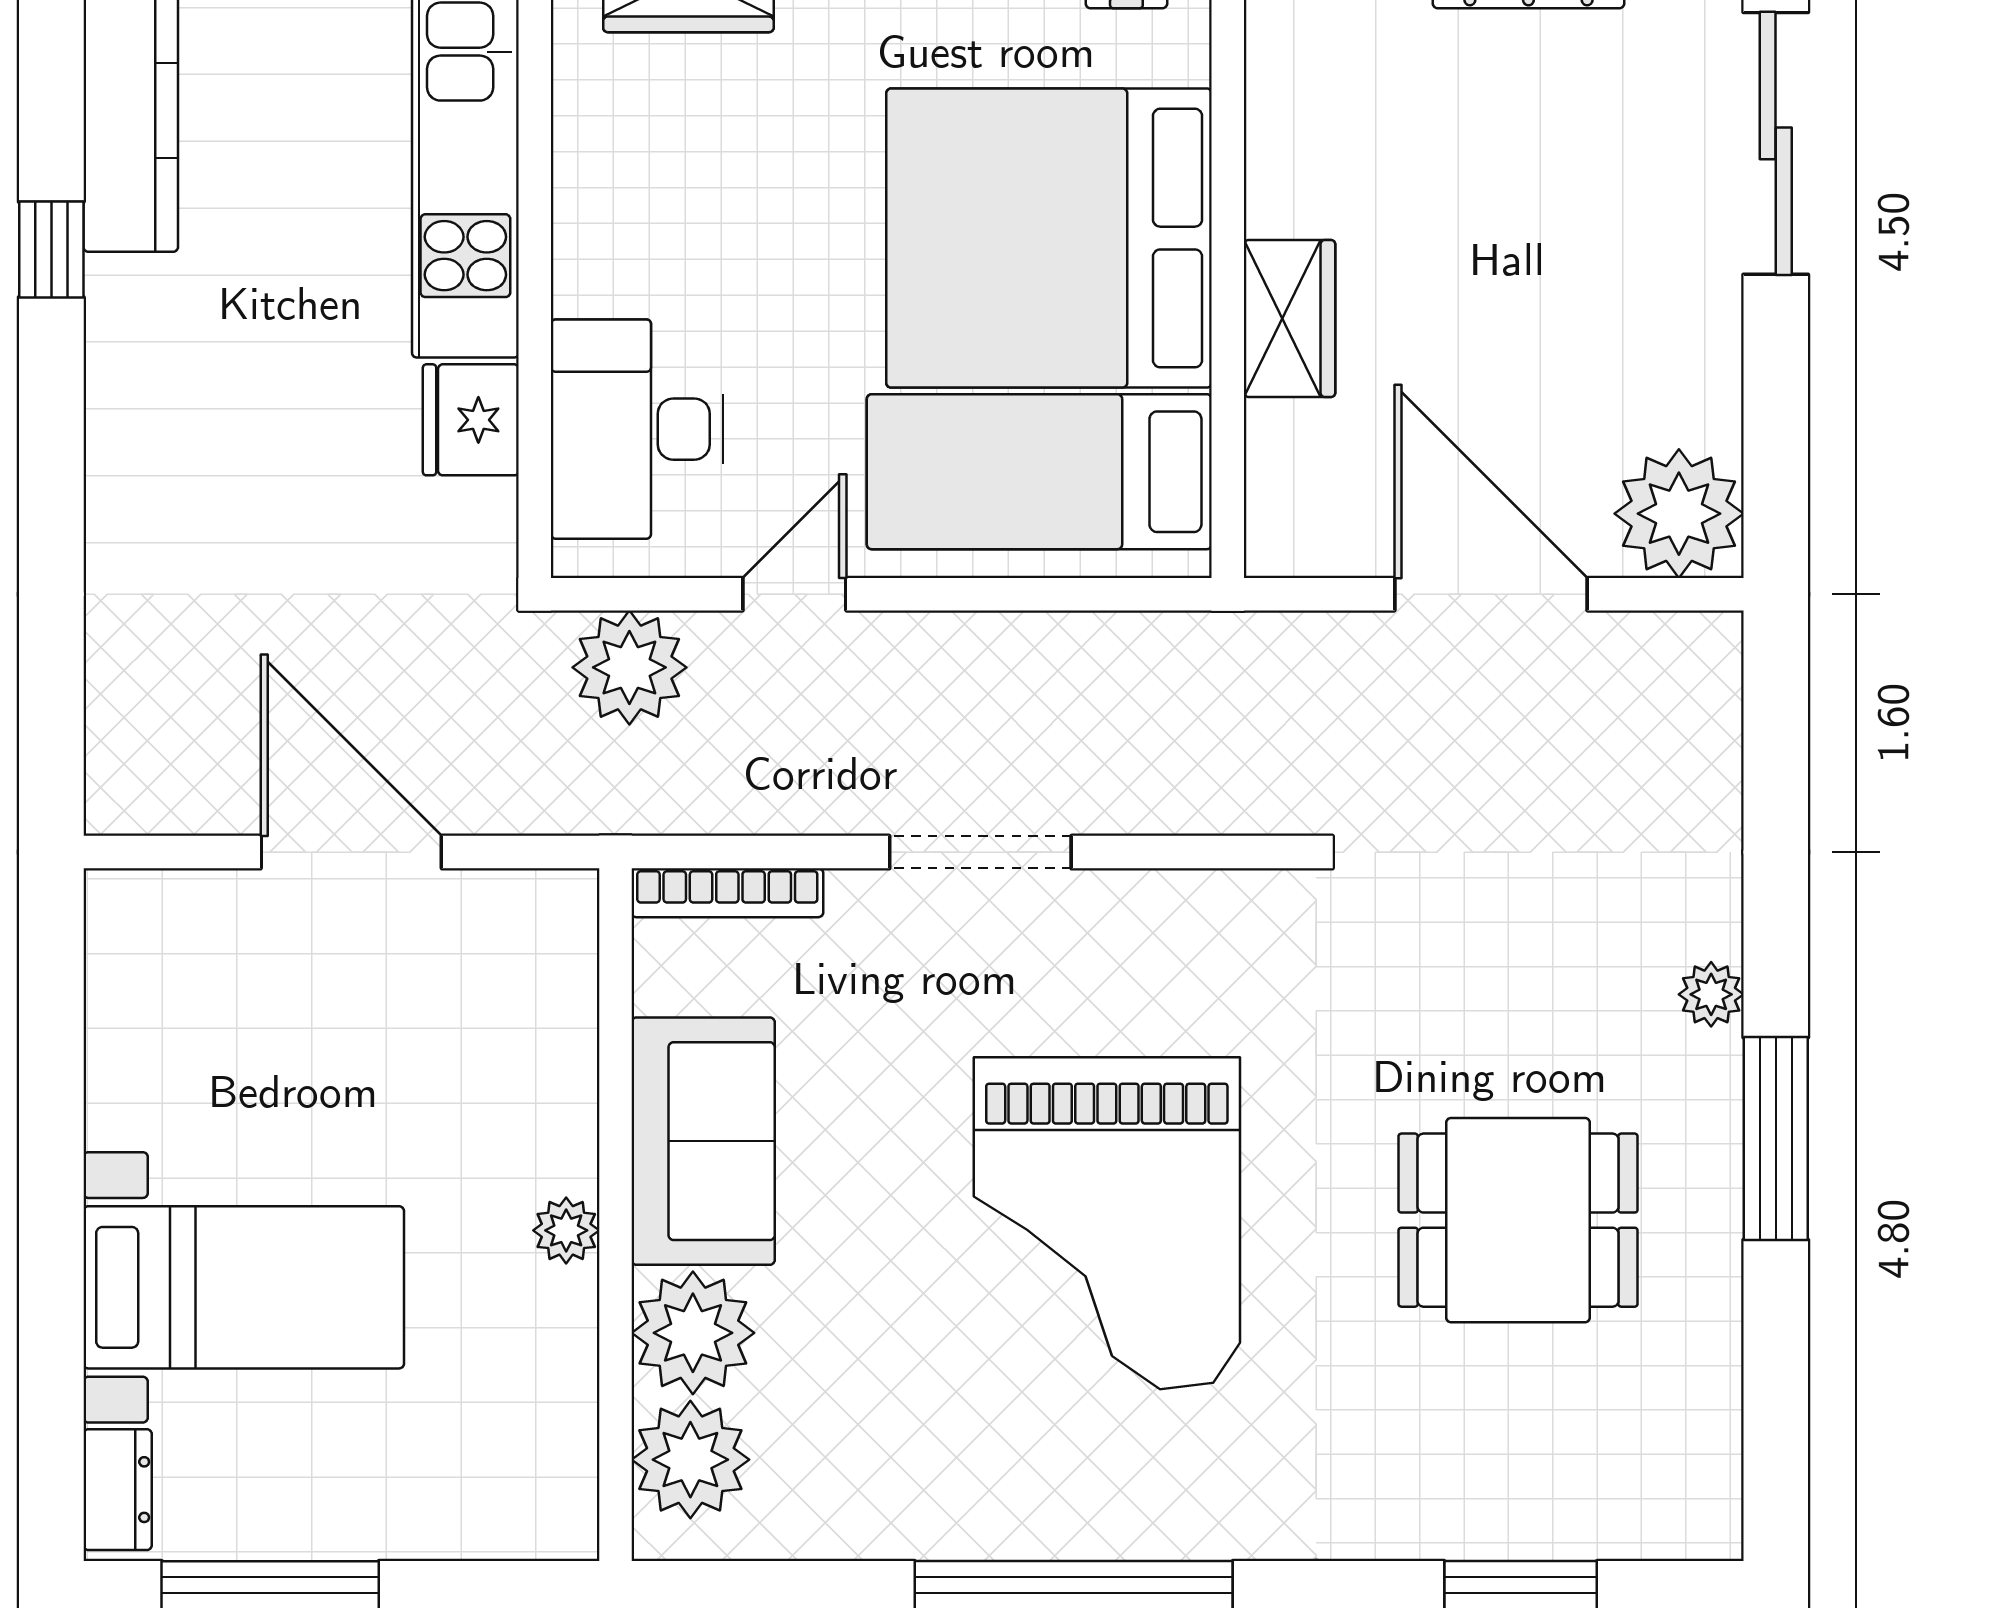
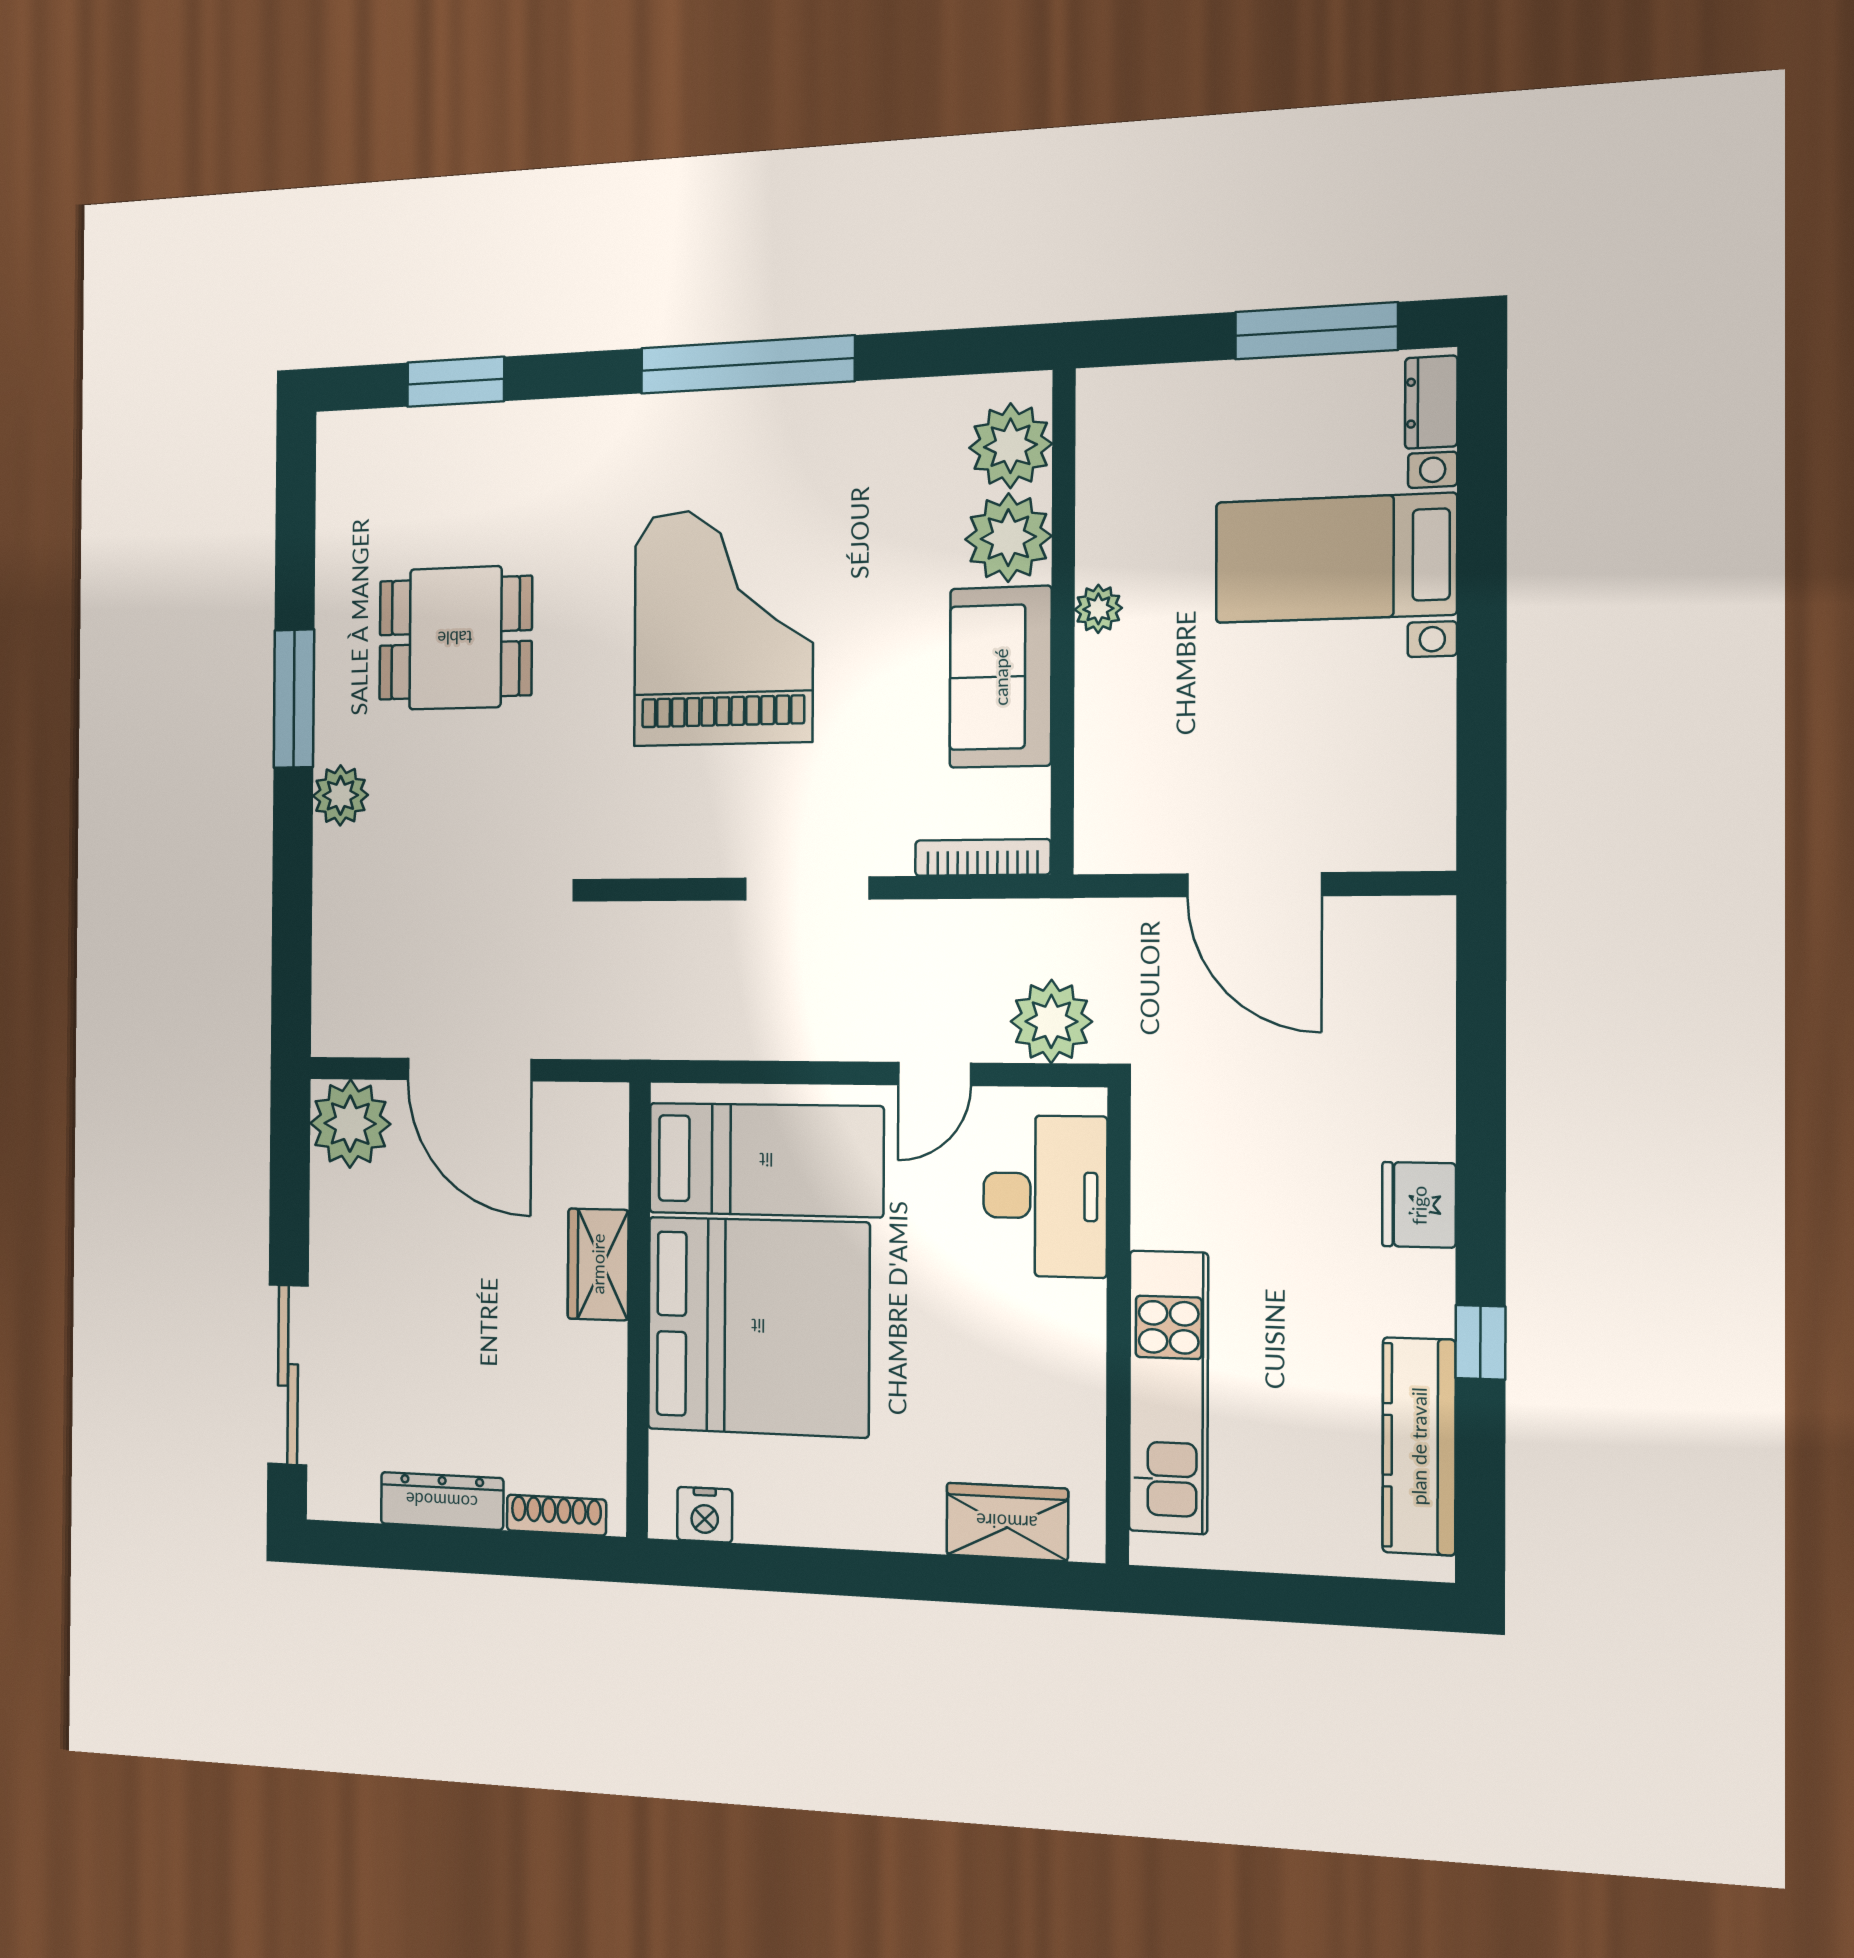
fridge: (471, 420) -> (1419, 1205), moved, turned 180
plant: (1711, 994) -> (340, 795), width x1.38, depth x1.38

